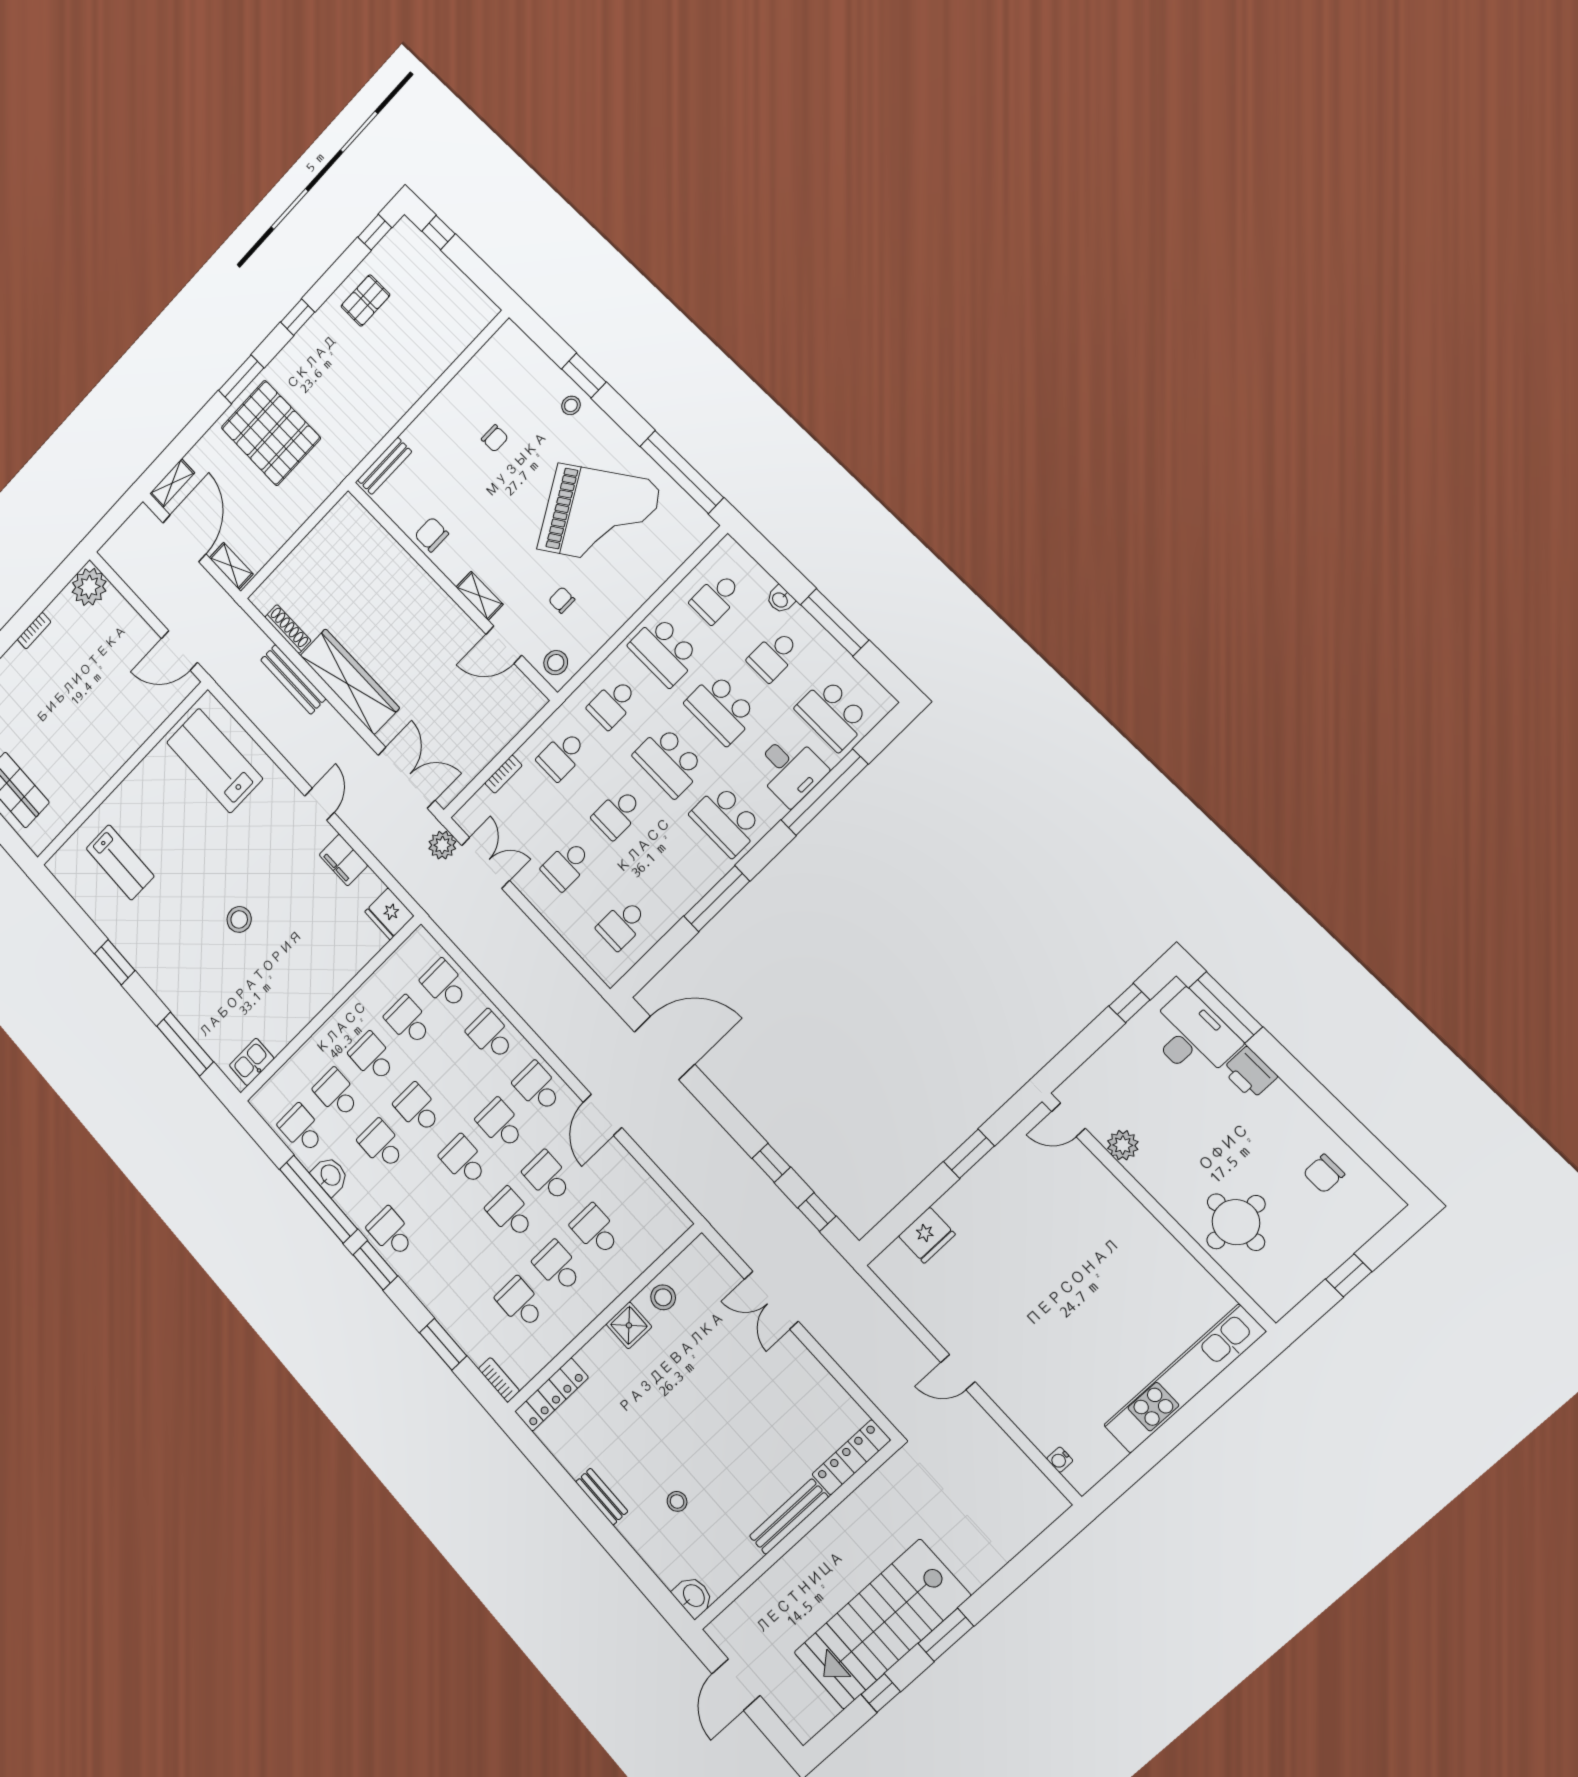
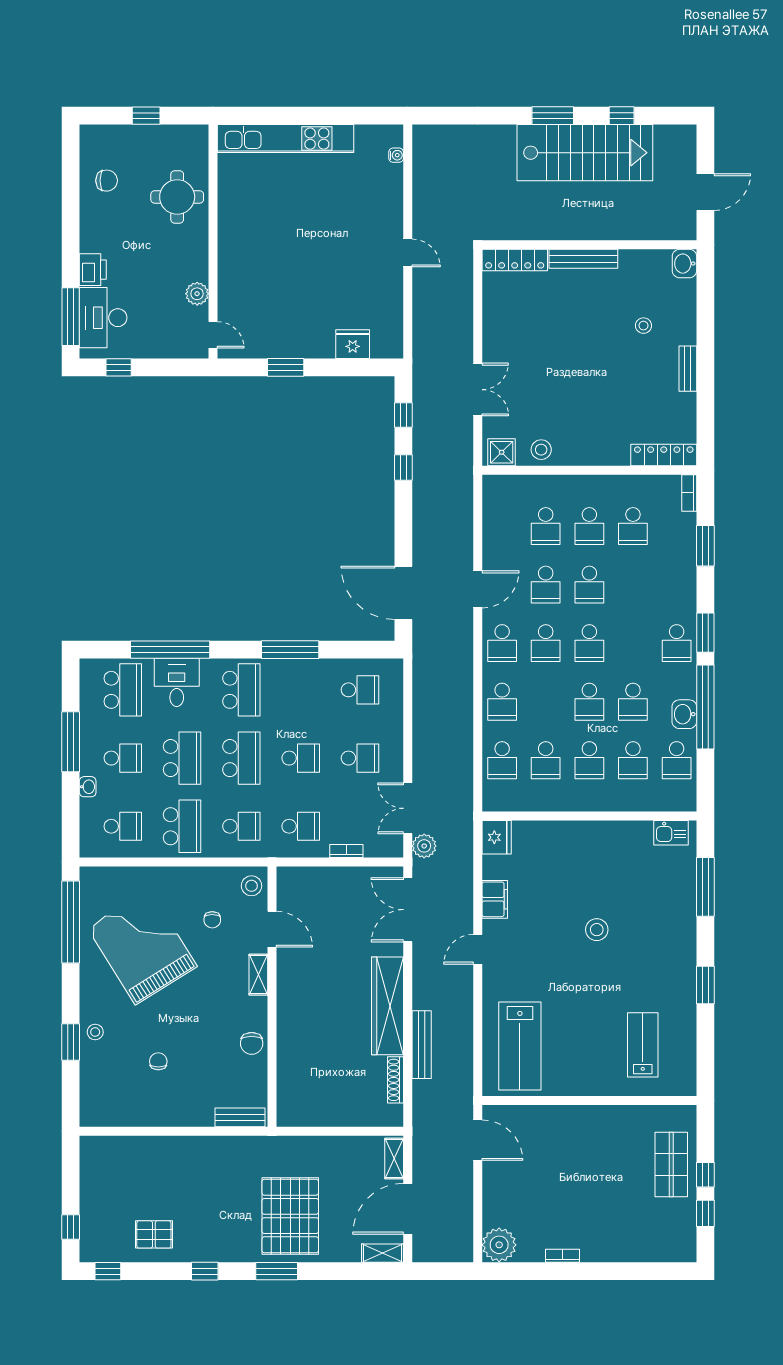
shower: (629, 1325) -> (502, 452), moved

